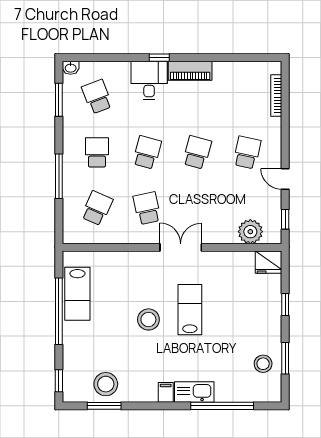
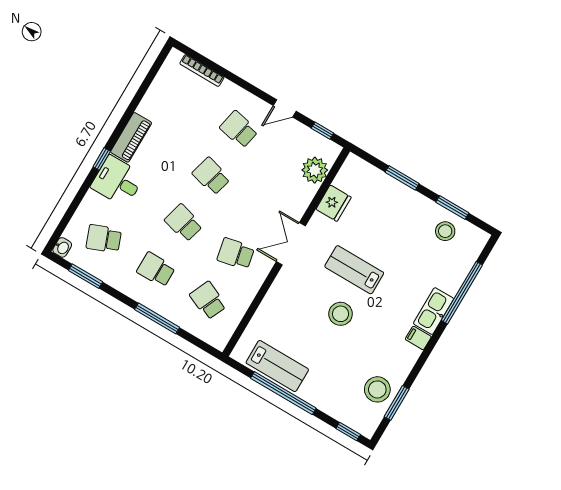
fridge: (269, 262) -> (334, 203), moved
window: (285, 305) -> (402, 178), width x1.50

